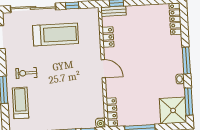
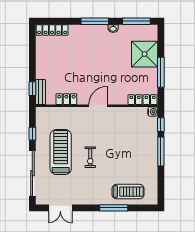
exercise bike: (26, 73) -> (90, 157), moved
treadmill: (20, 103) -> (128, 192), turned 180
shower: (173, 110) -> (145, 54), moved

